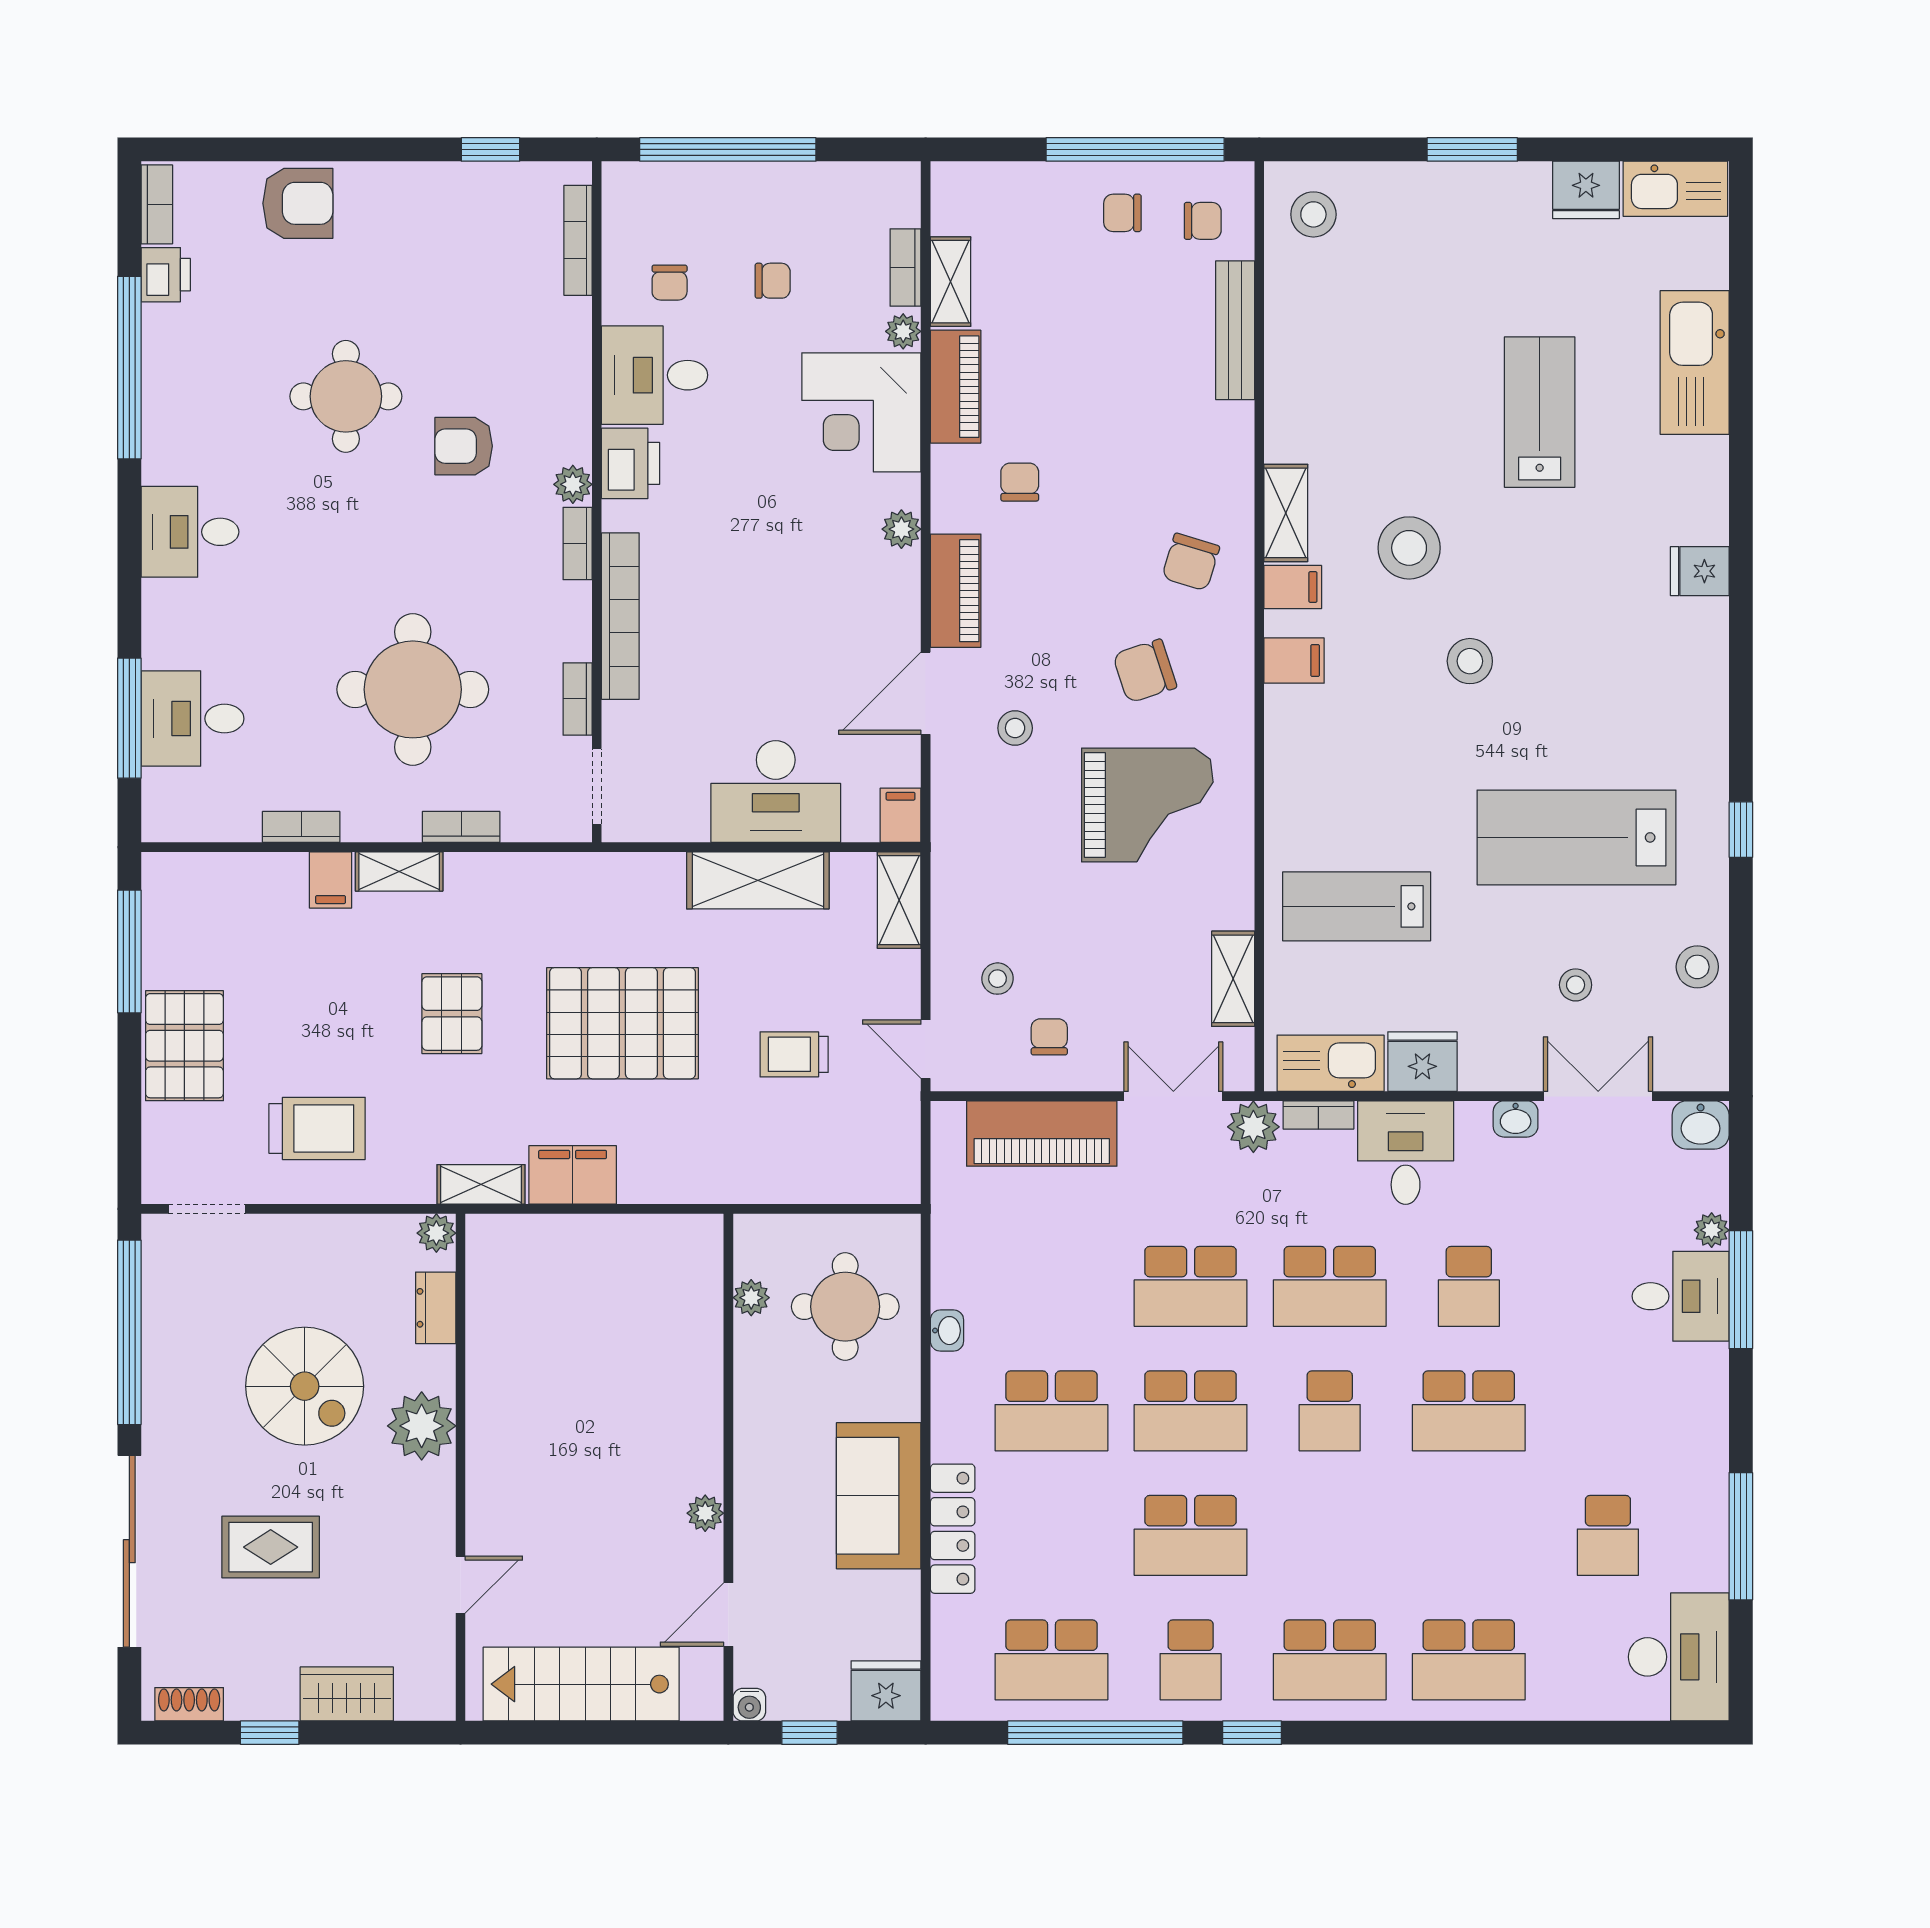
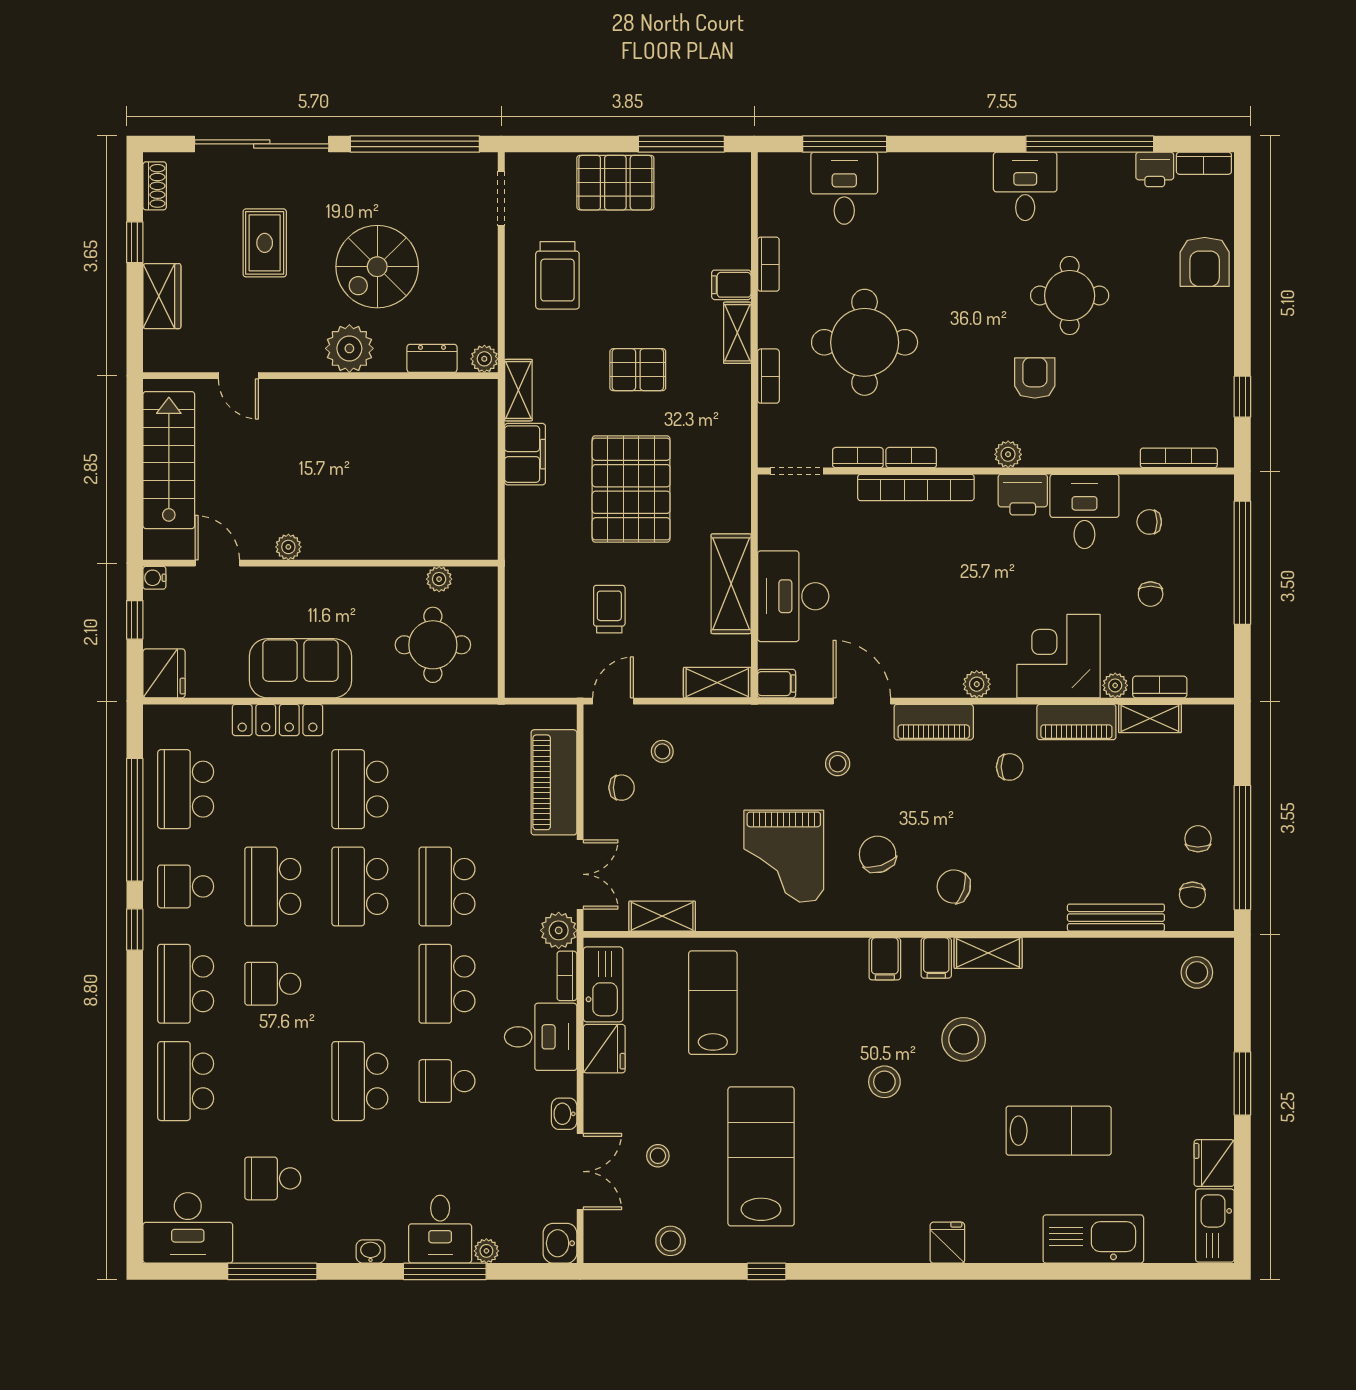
desk: (190, 532) -> (1025, 186), moved
bookcase: (578, 544) -> (911, 458), moved
washbasin: (947, 1331) -> (370, 1252), moved, turned 180
school desk: (1330, 1411) -> (273, 984), moved

